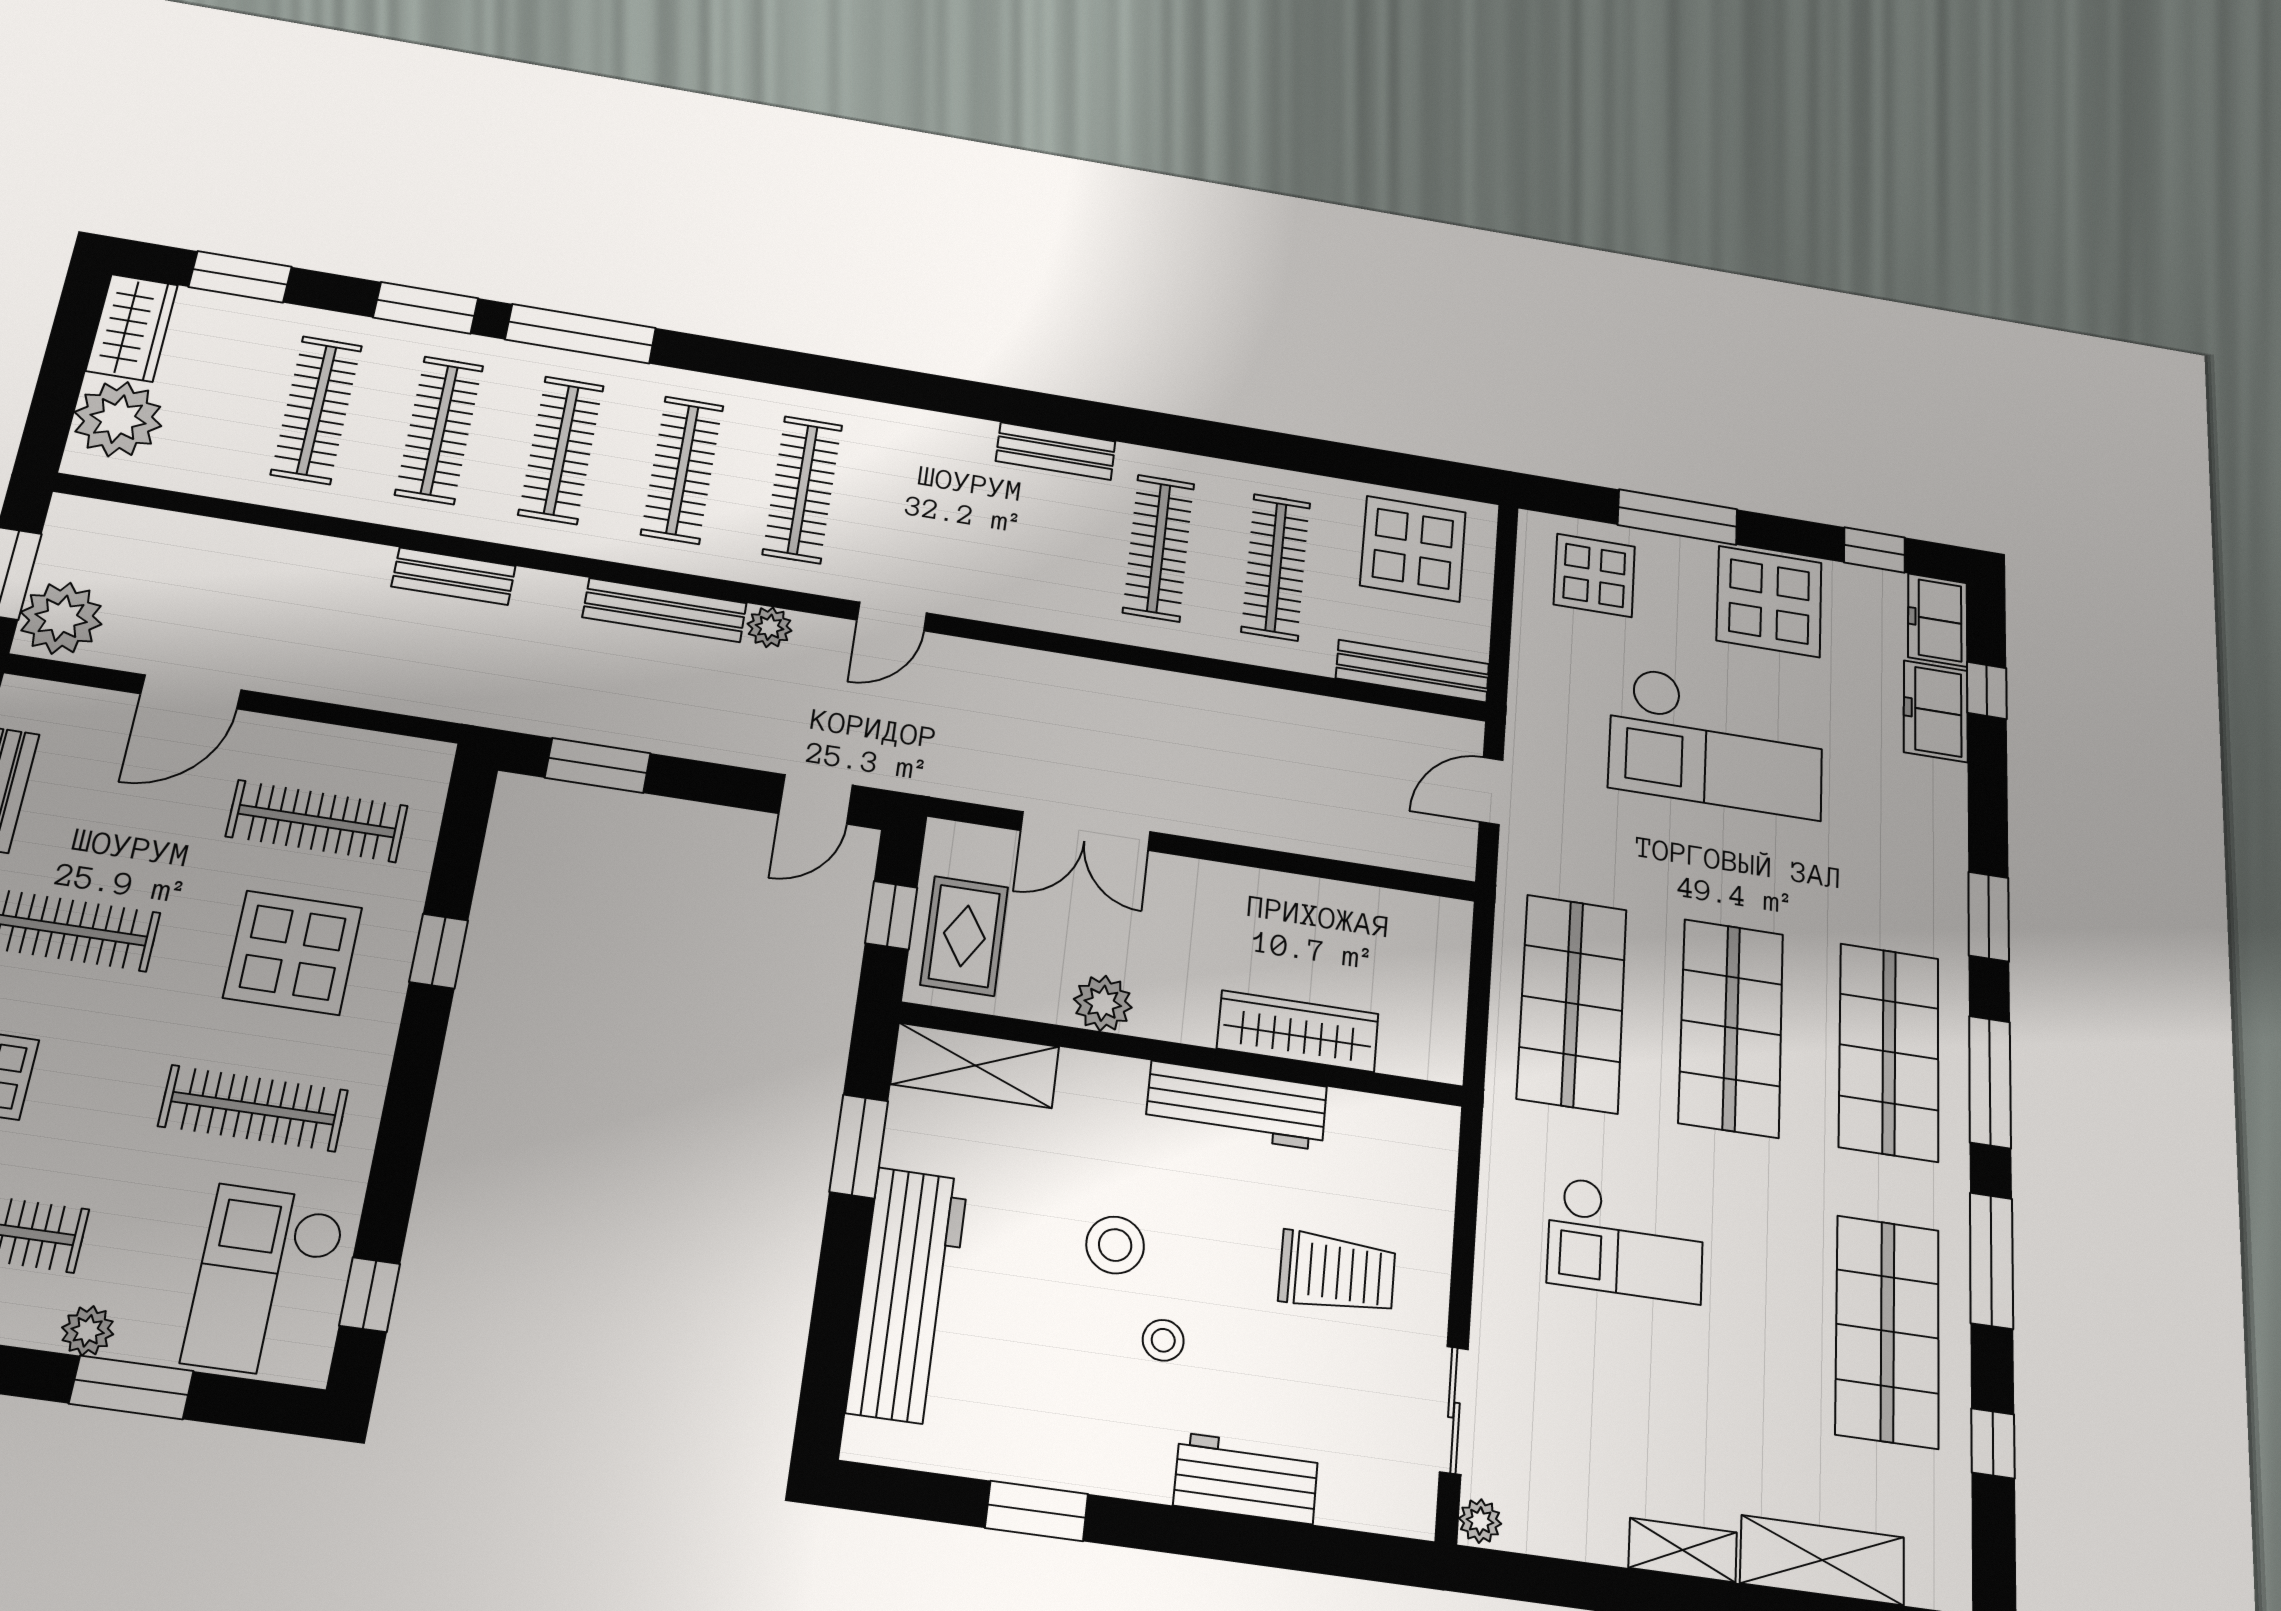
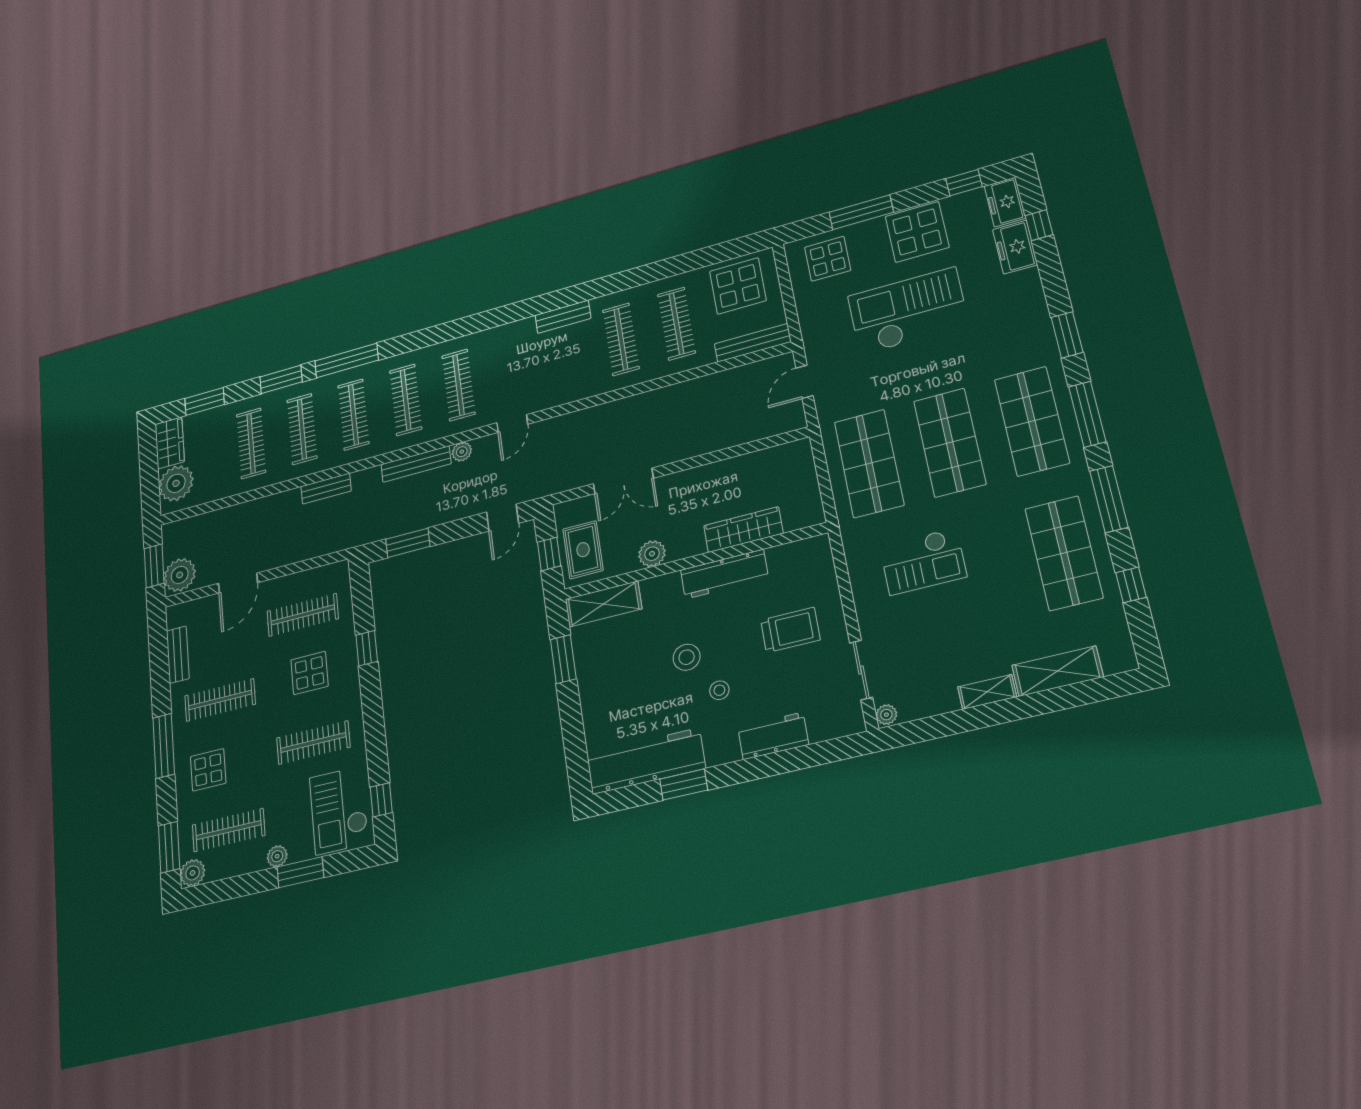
checkout: (1716, 742) -> (908, 311), turned 180
display table: (293, 953) -> (310, 673), width x0.73, depth x0.73
workbench: (908, 1295) -> (646, 761), moved, turned -90

